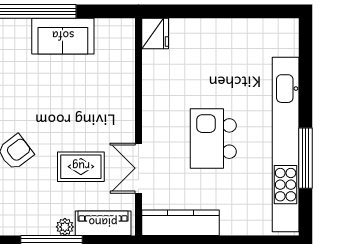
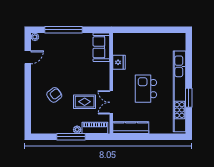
fridge: (155, 34) -> (119, 62), moved
sofa: (63, 36) -> (101, 47), moved, turned 90
window: (306, 158) -> (189, 98), width x0.69

